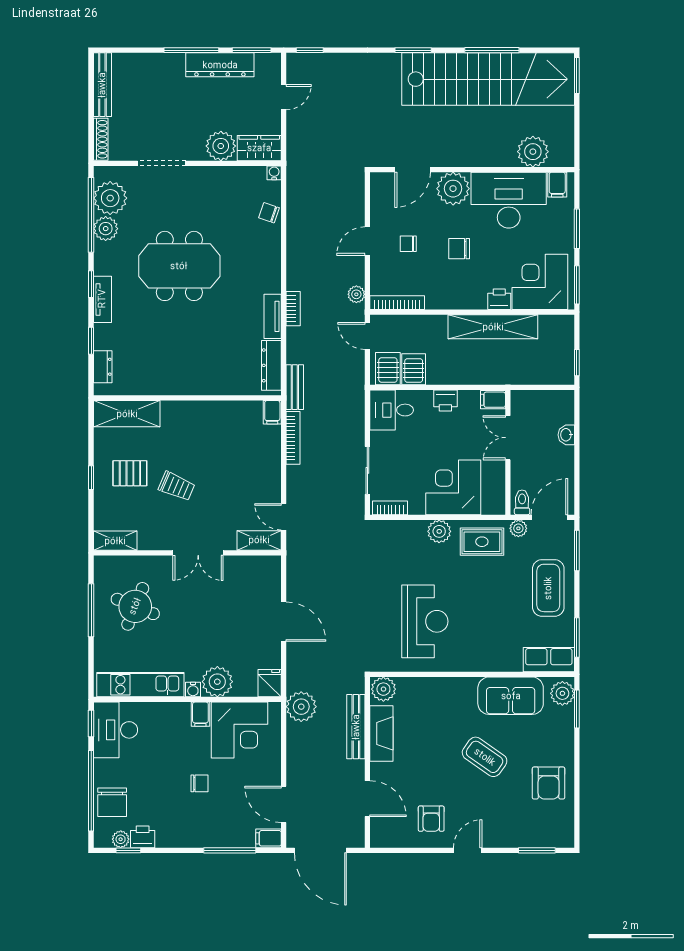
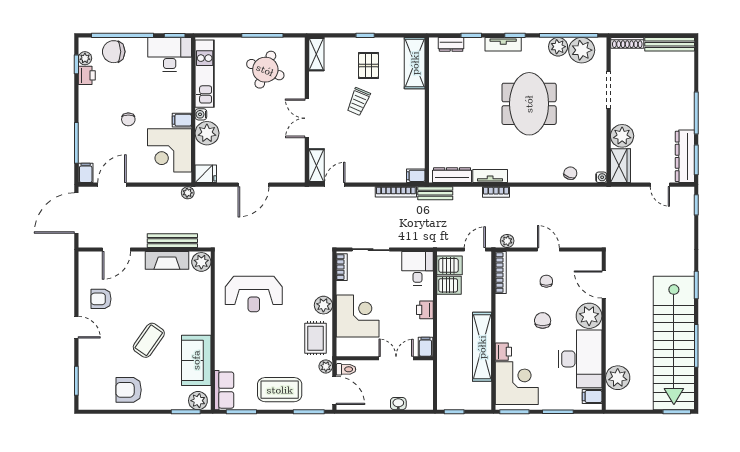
dresser: (220, 65) -> (685, 156), moved
plant: (301, 707) -> (188, 193), width x0.53, depth x0.53

